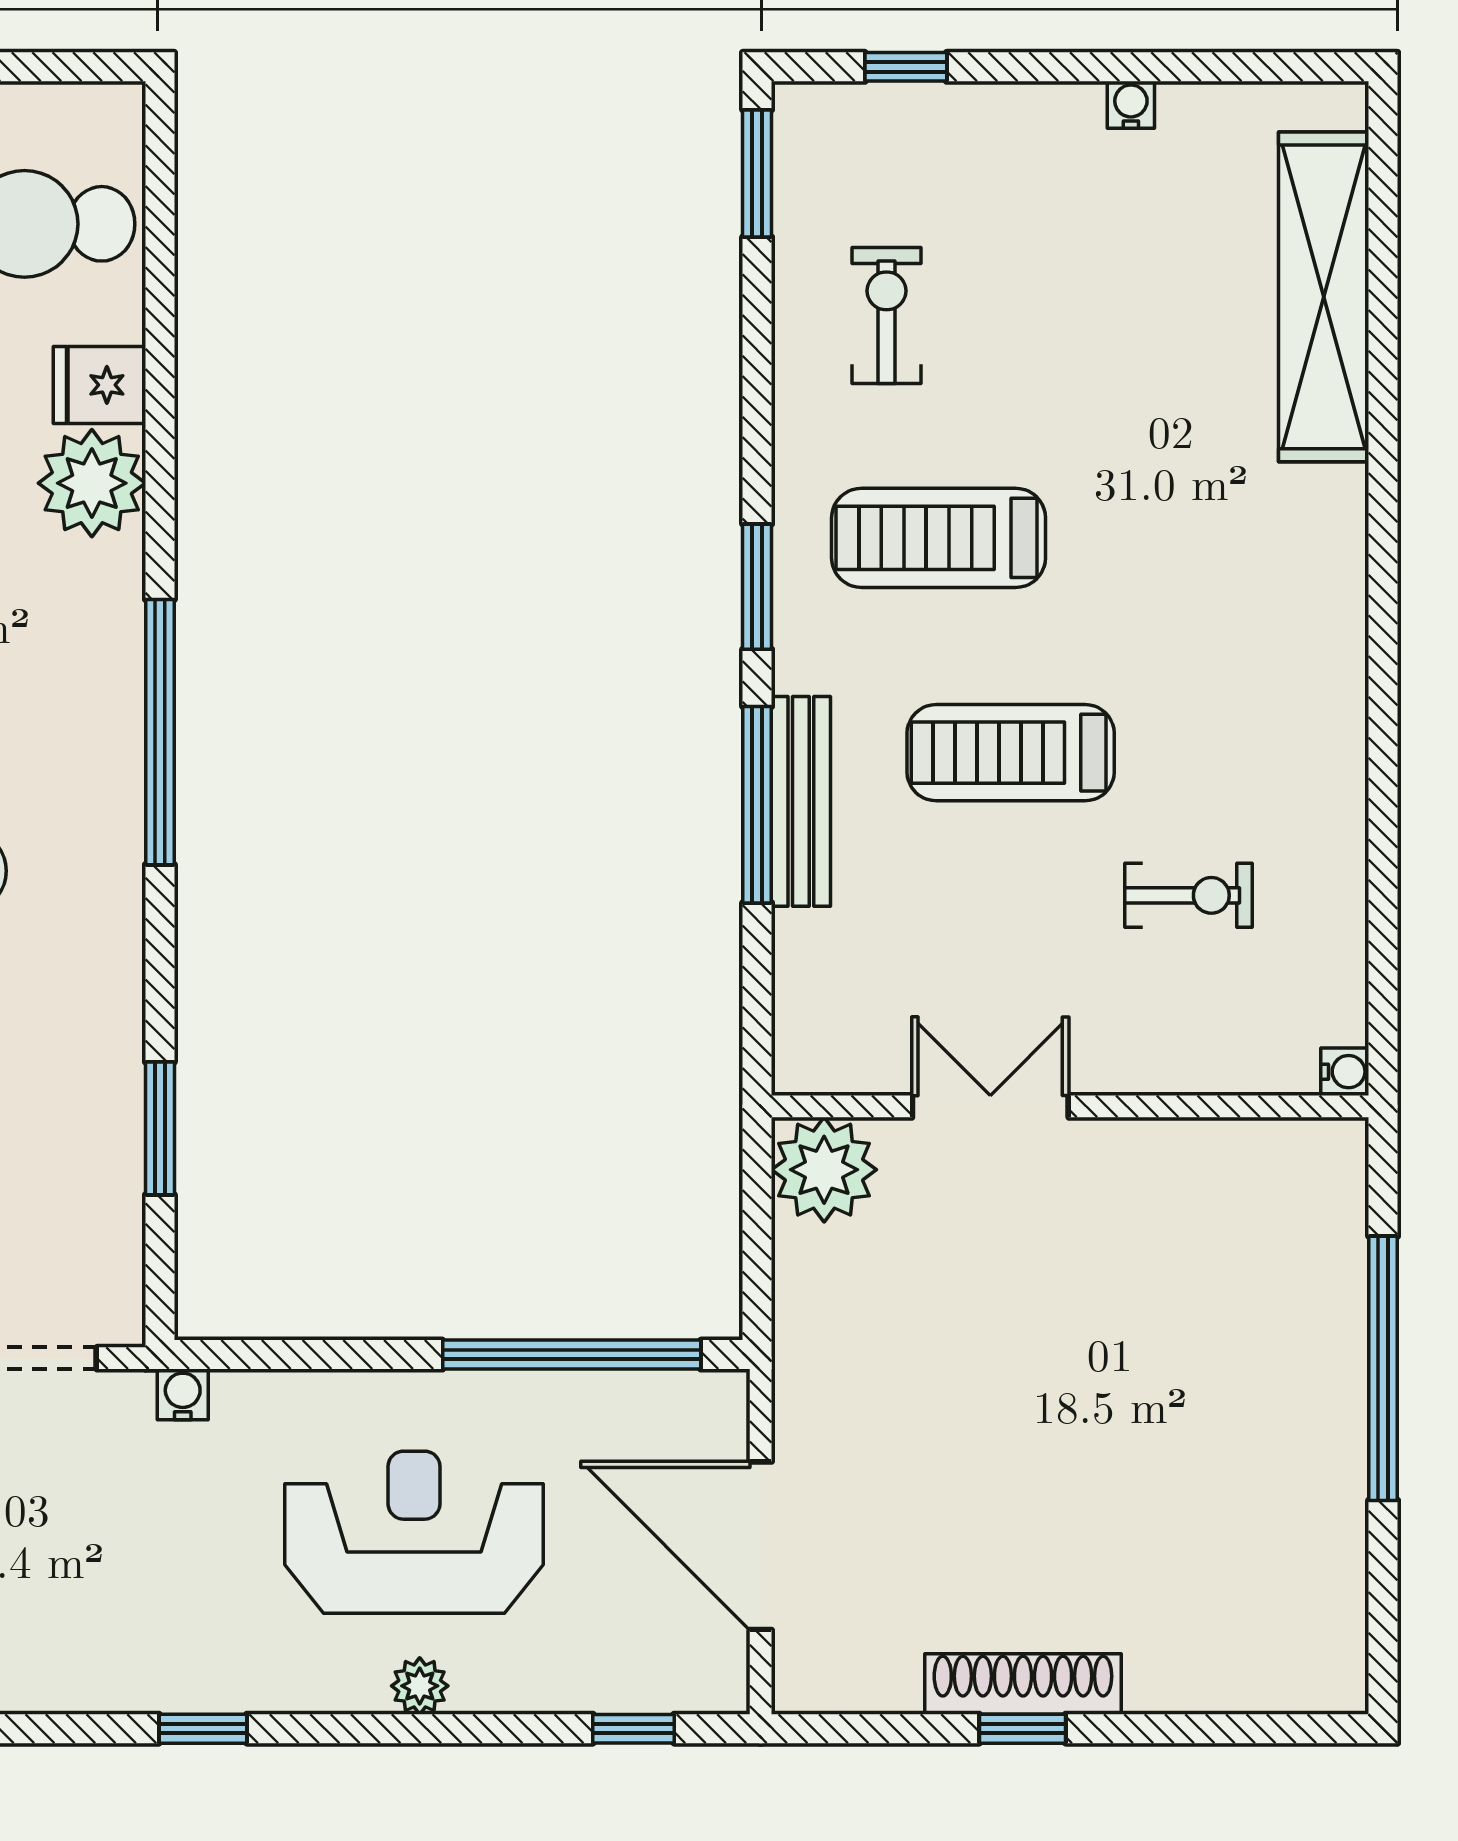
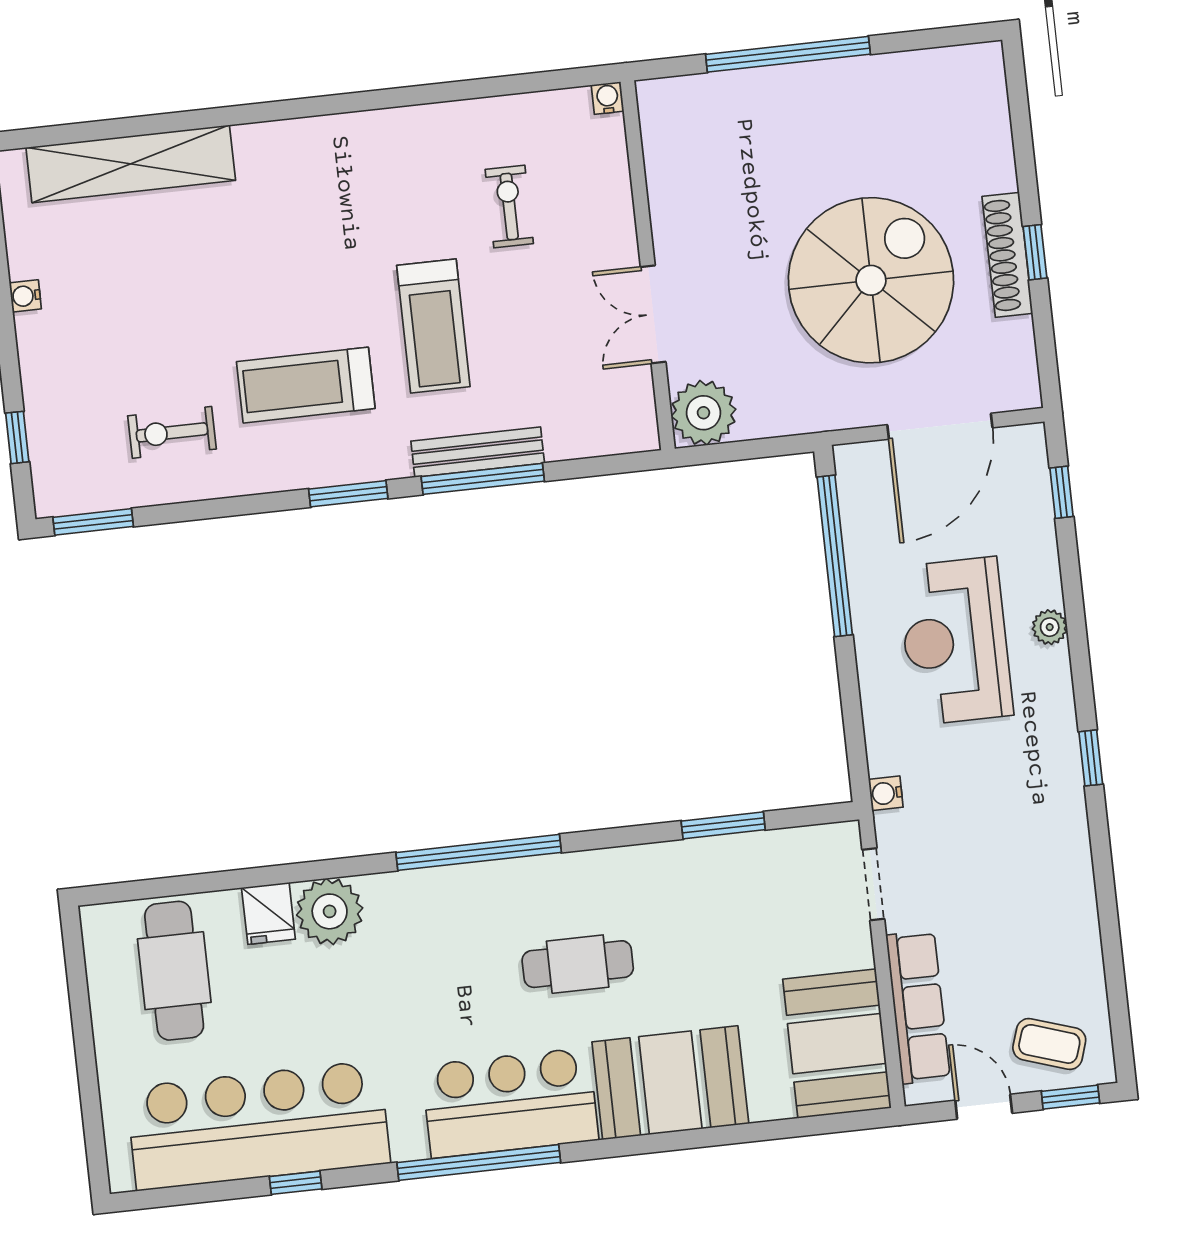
treadmill: (939, 538) -> (306, 385), turned 90
spiral stairs: (1006, 1461) -> (871, 280), added

